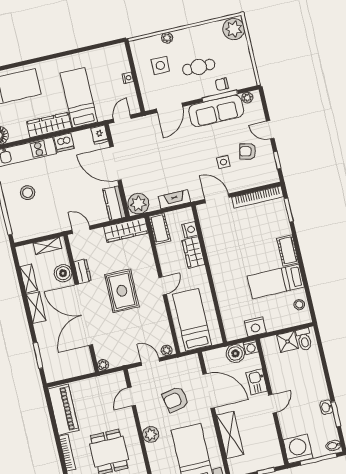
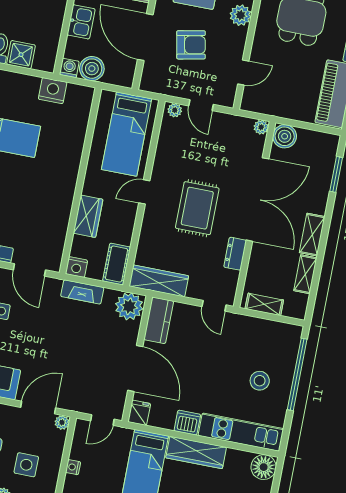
plant: (149, 105) -> (62, 422), added
nightstand: (190, 230) -> (76, 267), moved, turned -90
boiler: (63, 273) -> (285, 136), moved

